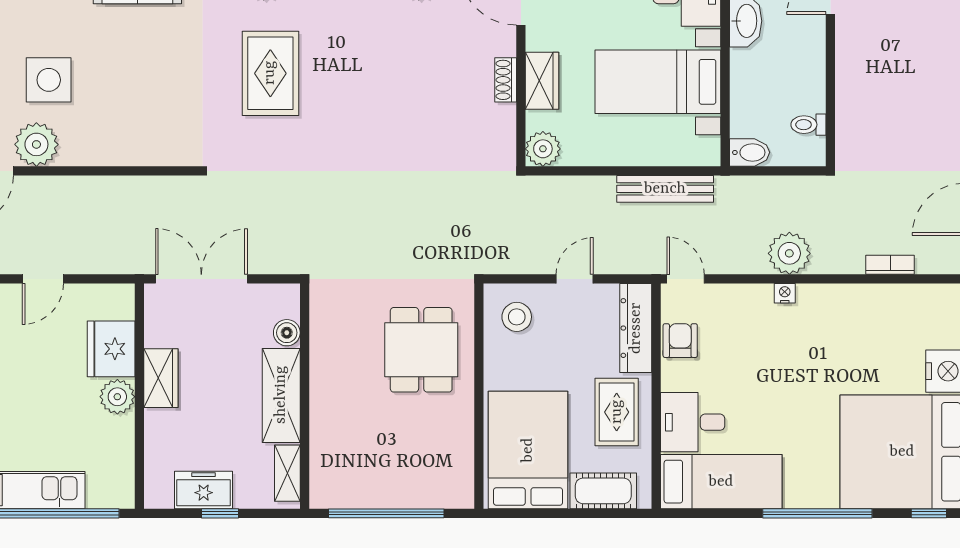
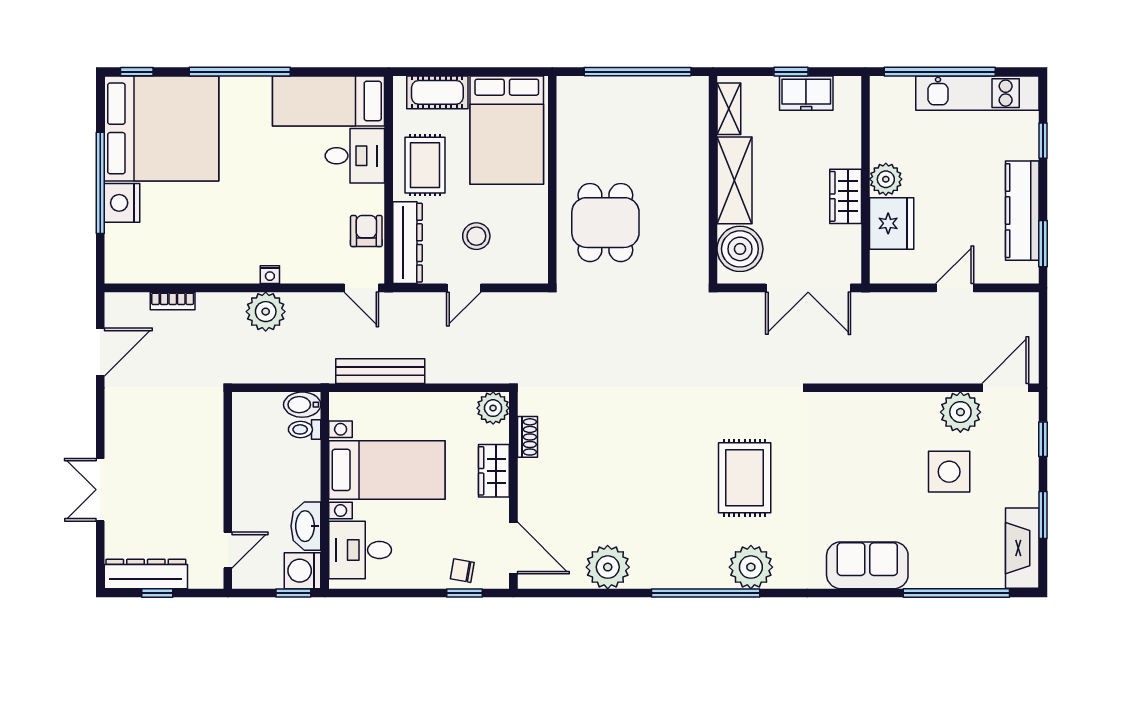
shoe rack: (506, 80) -> (527, 437), moved
toilet: (808, 125) -> (305, 429), moved, turned 180
stool: (517, 317) -> (476, 236), moved
boiler: (287, 333) -> (740, 249), width x1.86, depth x1.86
armchair: (680, 341) -> (366, 231), turned 180

